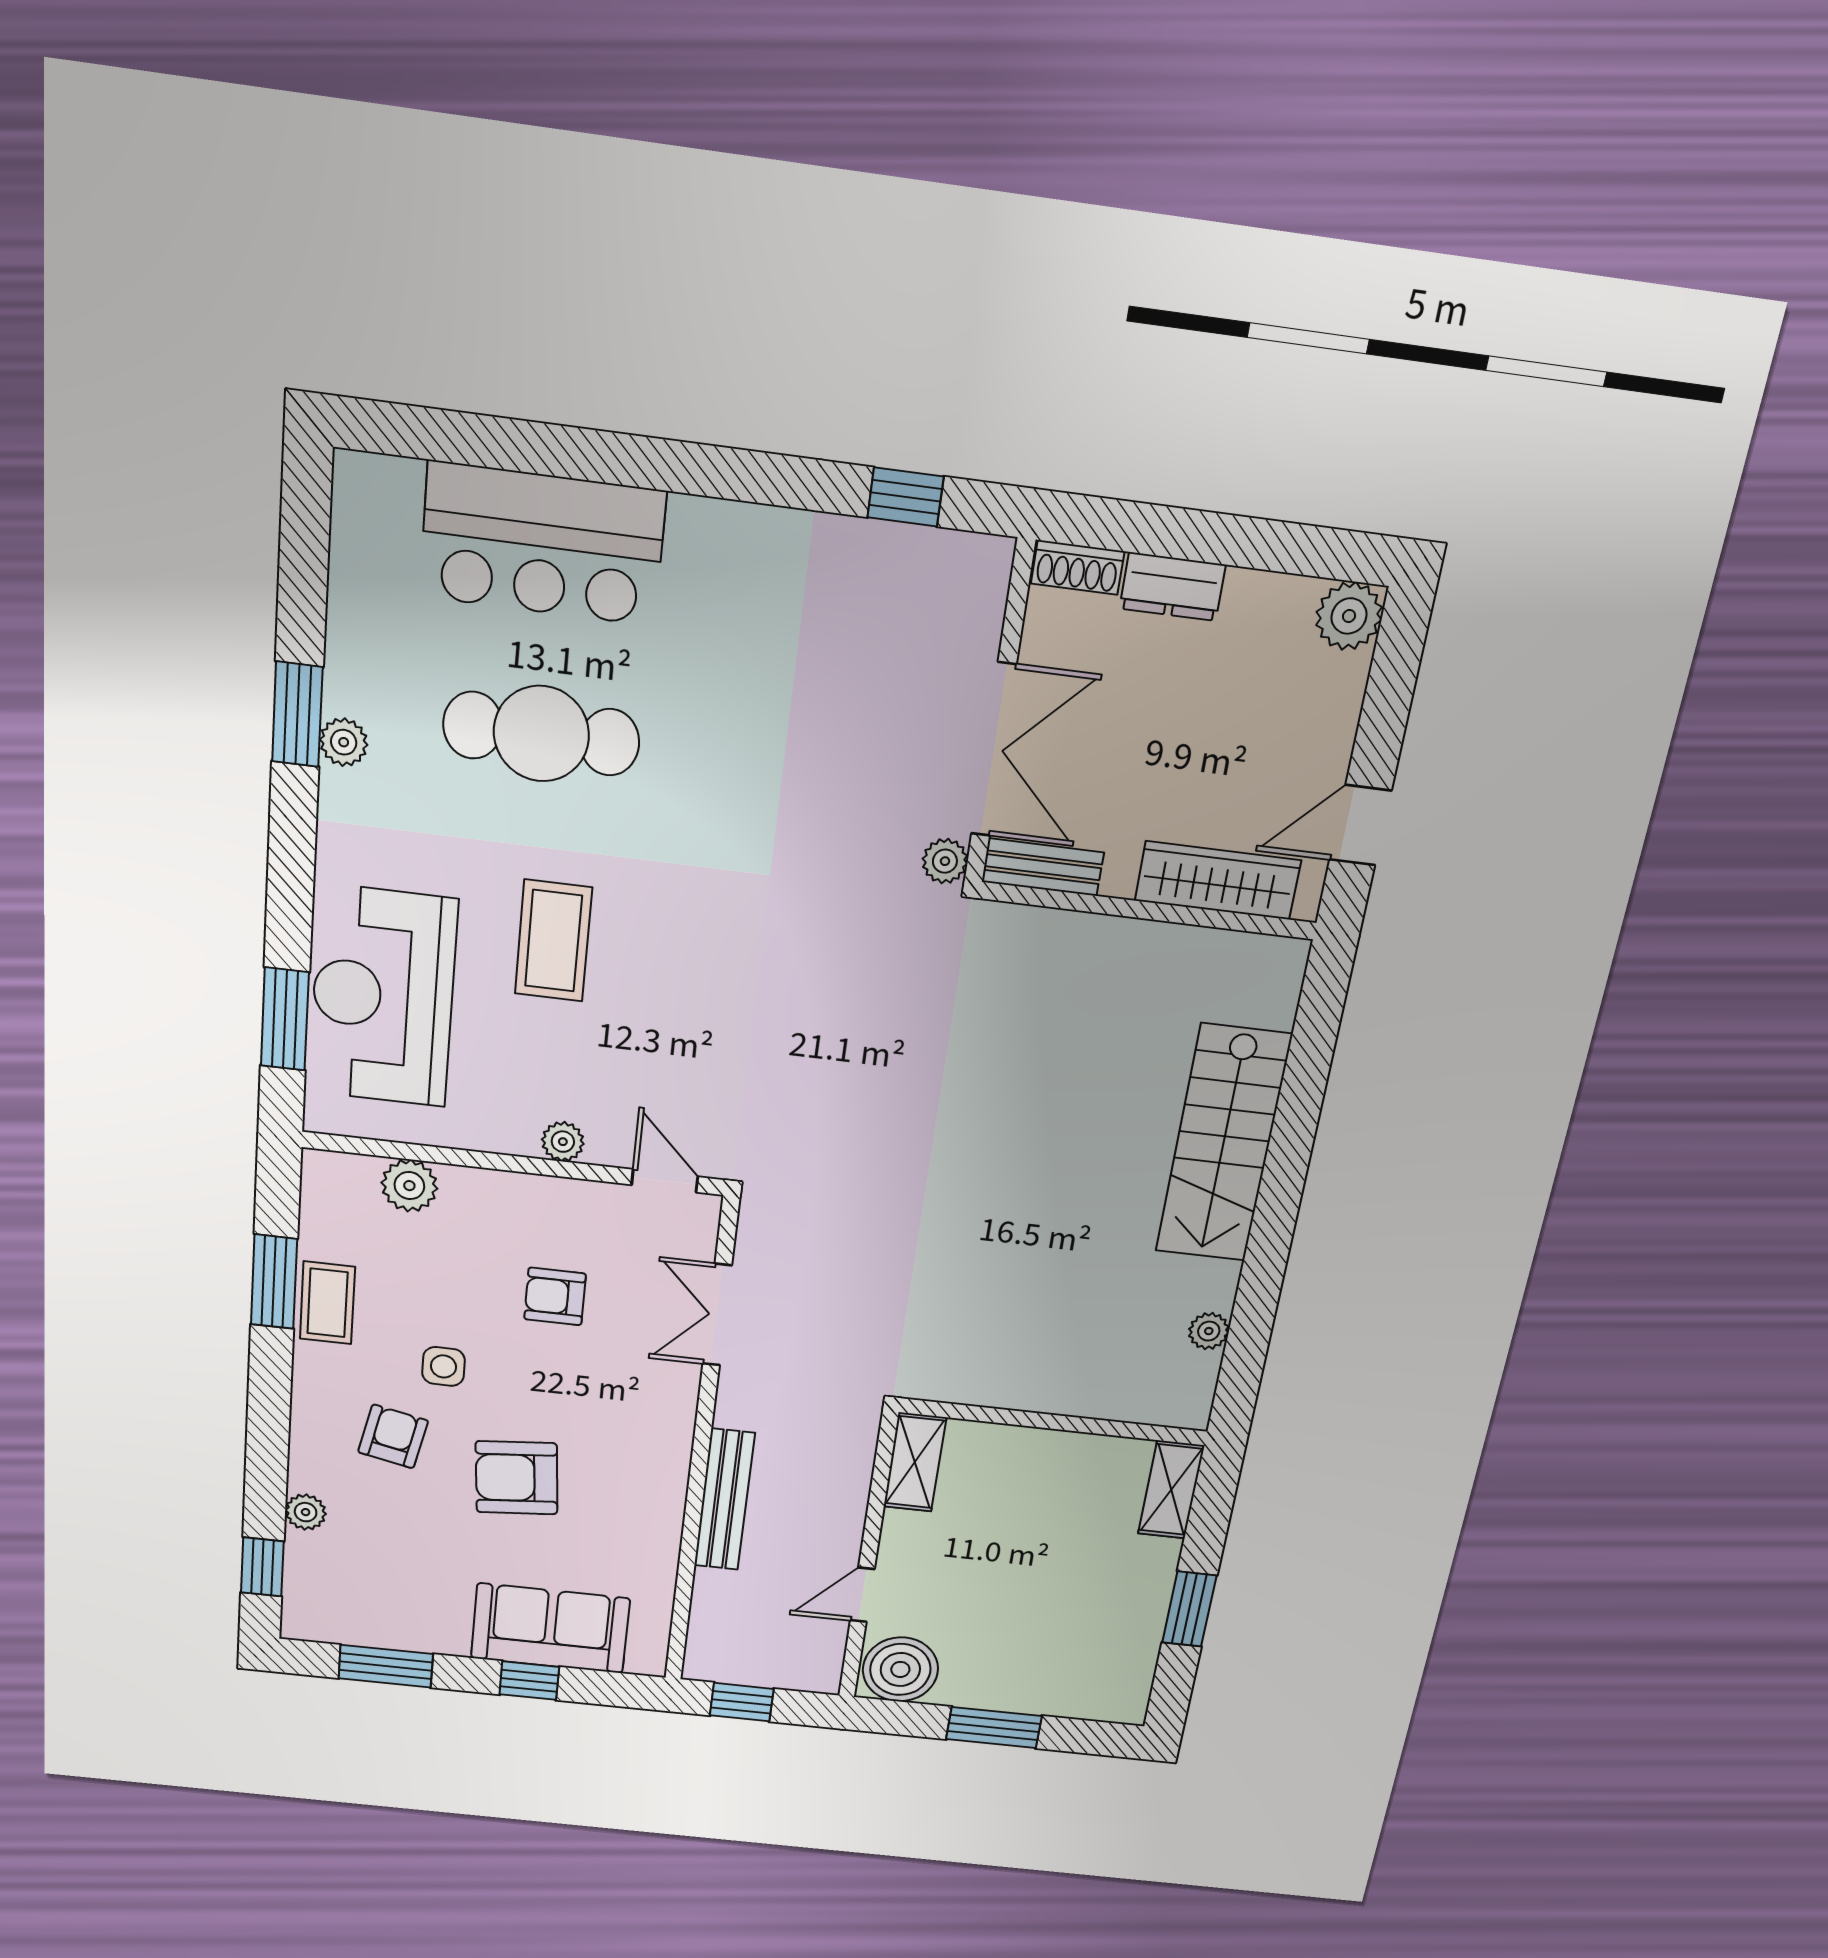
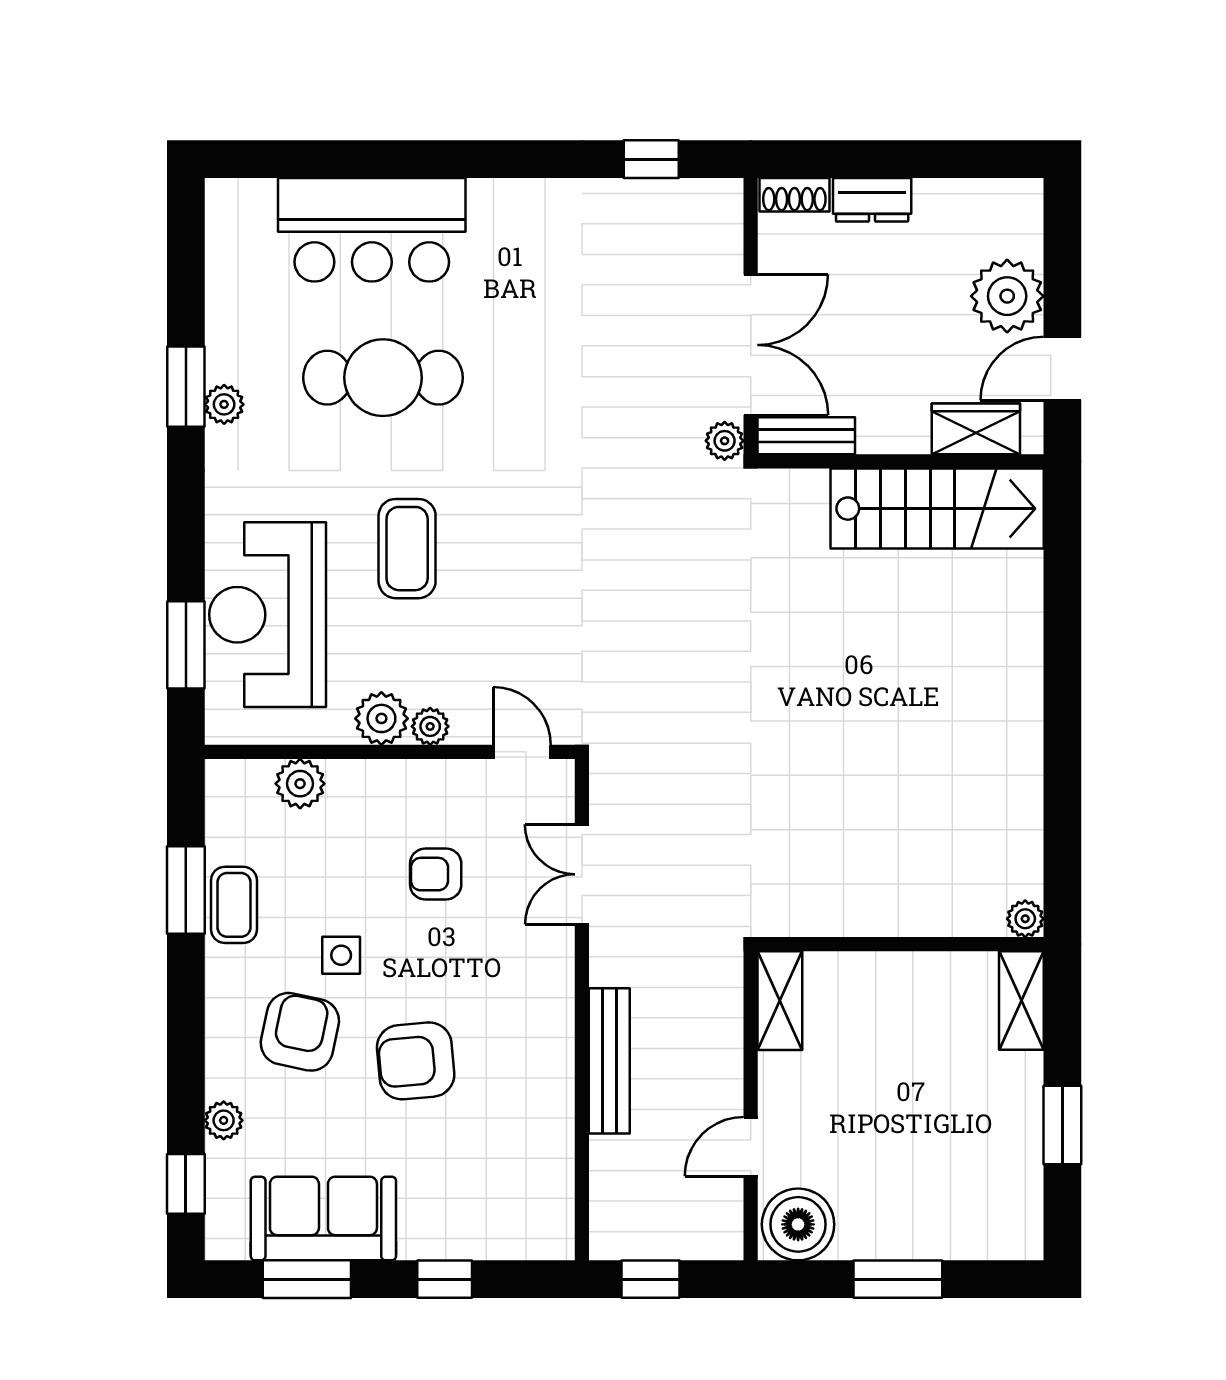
plant: (1349, 616) -> (1007, 296), moved, width x1.36, depth x1.36
wardrobe: (1218, 880) -> (976, 429), width x0.67
plant: (508, 1127) -> (381, 718), added
stairs: (1223, 1144) -> (937, 509), moved, turned -90
plant: (1209, 1331) -> (1025, 919), moved
armchair: (393, 1436) -> (300, 1032), width x1.38, depth x1.38
sofa: (550, 1628) -> (323, 1219), moved

